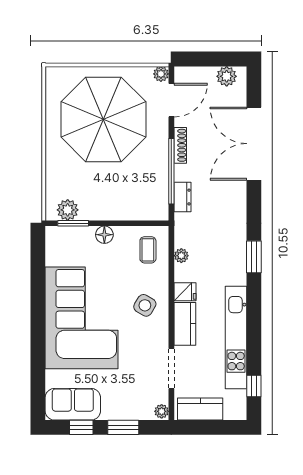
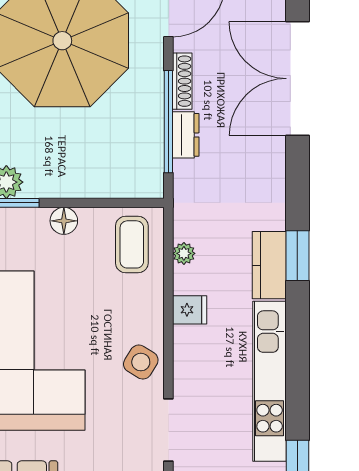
dresser: (182, 197) -> (186, 135), moved
coffee table: (148, 250) -> (132, 244), width x1.36, depth x1.30
side table: (145, 305) -> (141, 362), moved
kitchen counter: (185, 324) -> (269, 265), moved, turned 180

